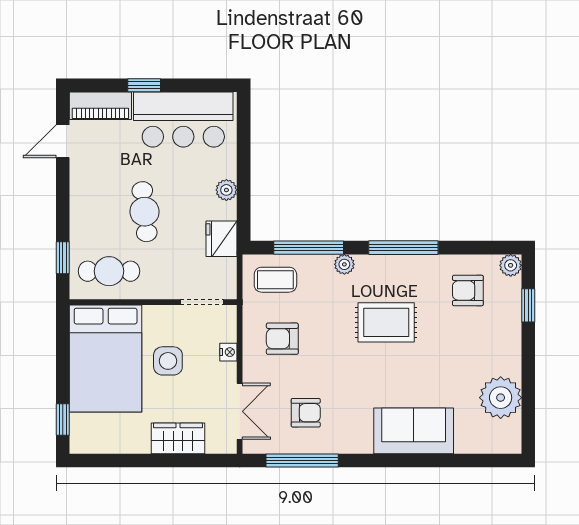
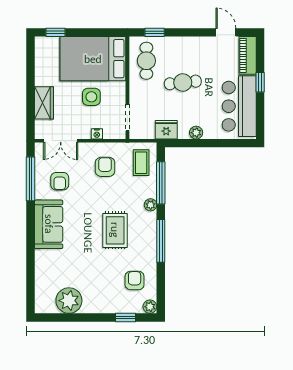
sofa: (414, 431) -> (49, 224), moved

